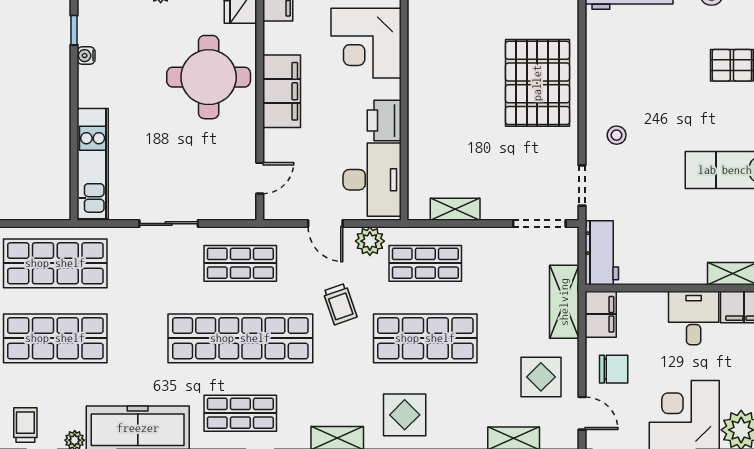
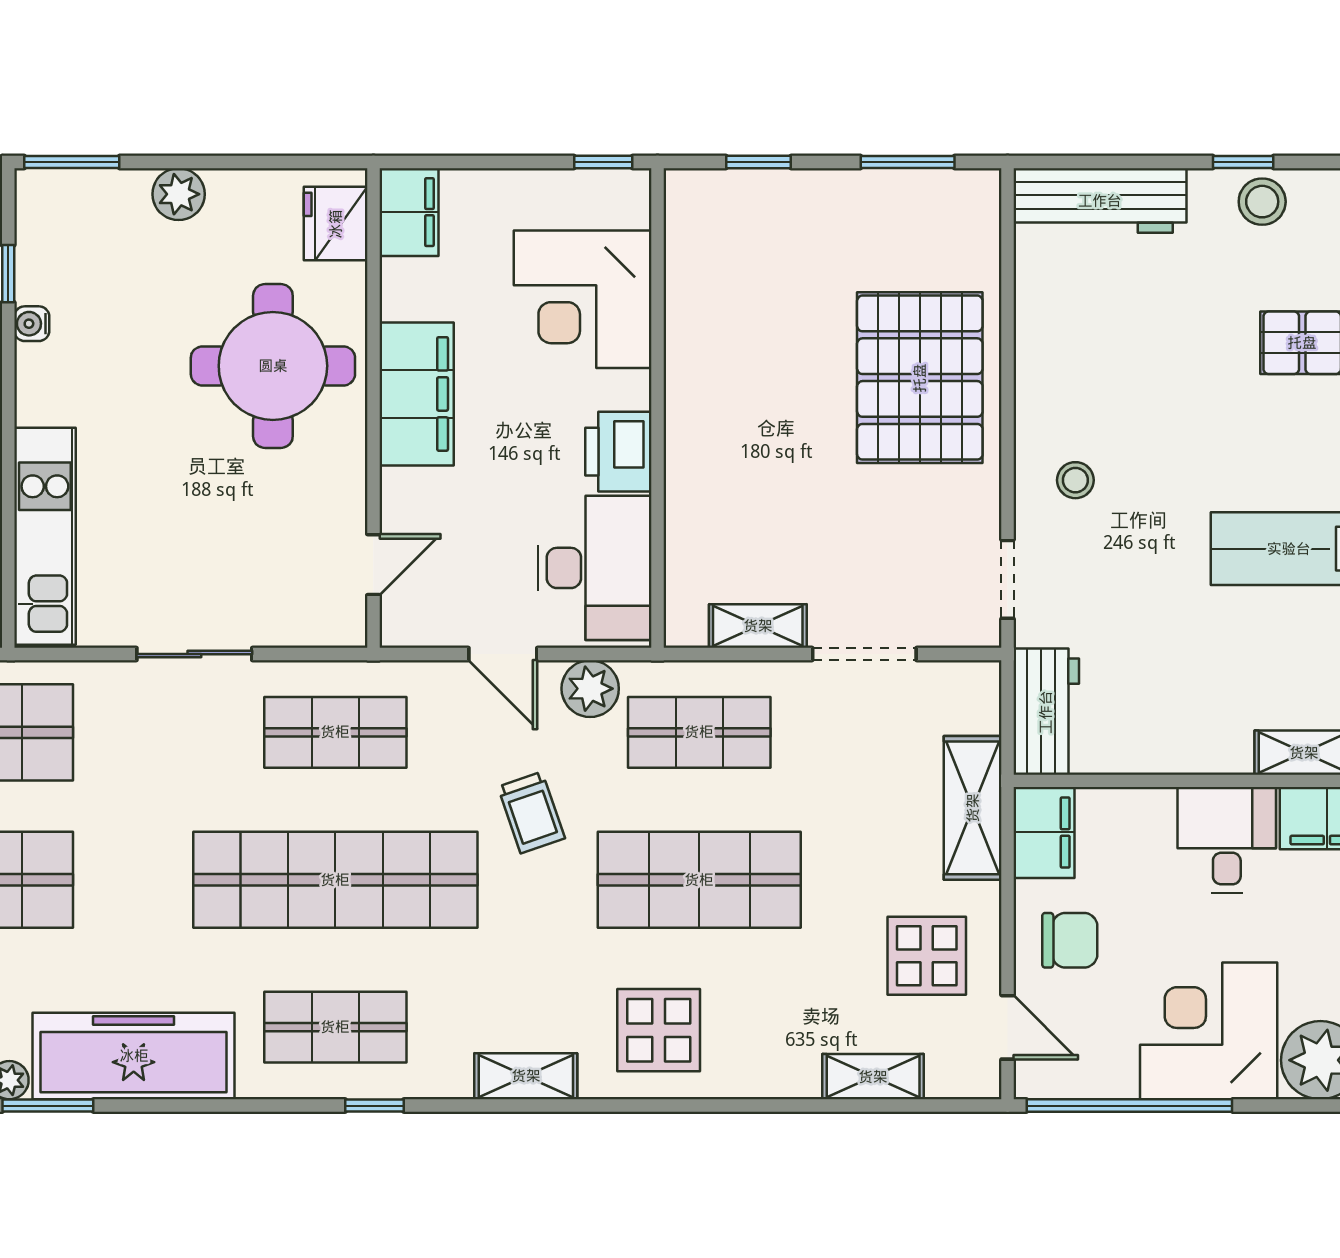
doorway: (539, 224) -> (864, 654), moved

